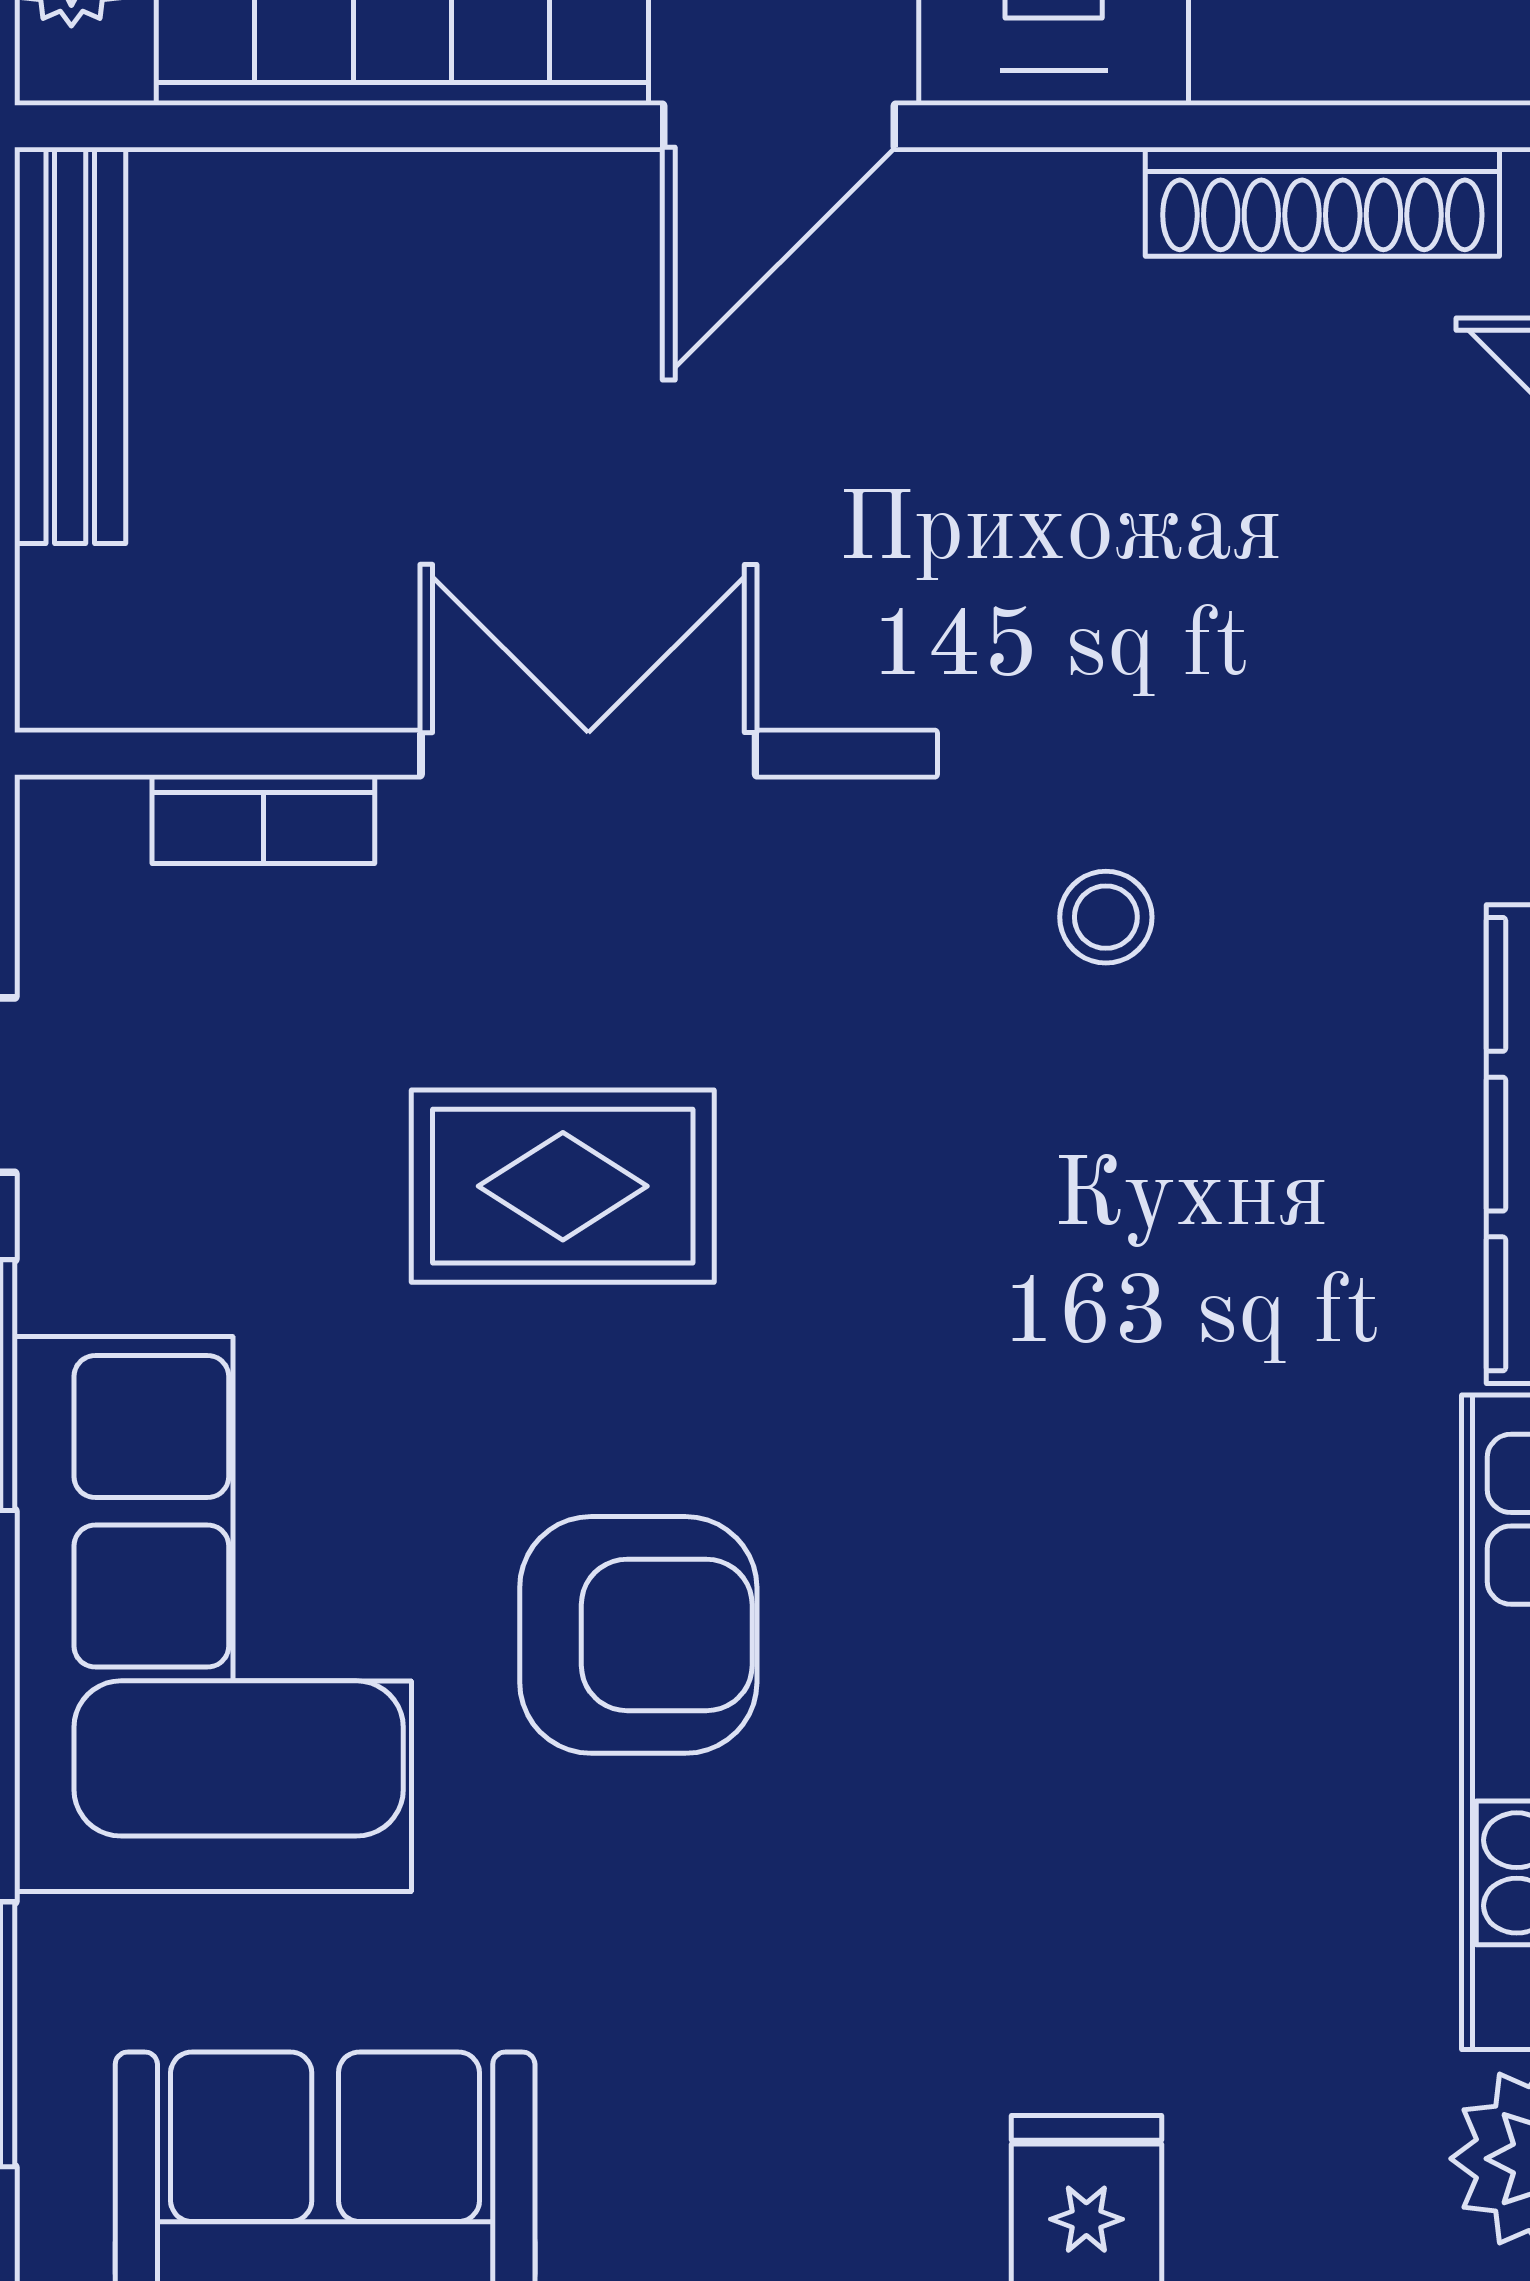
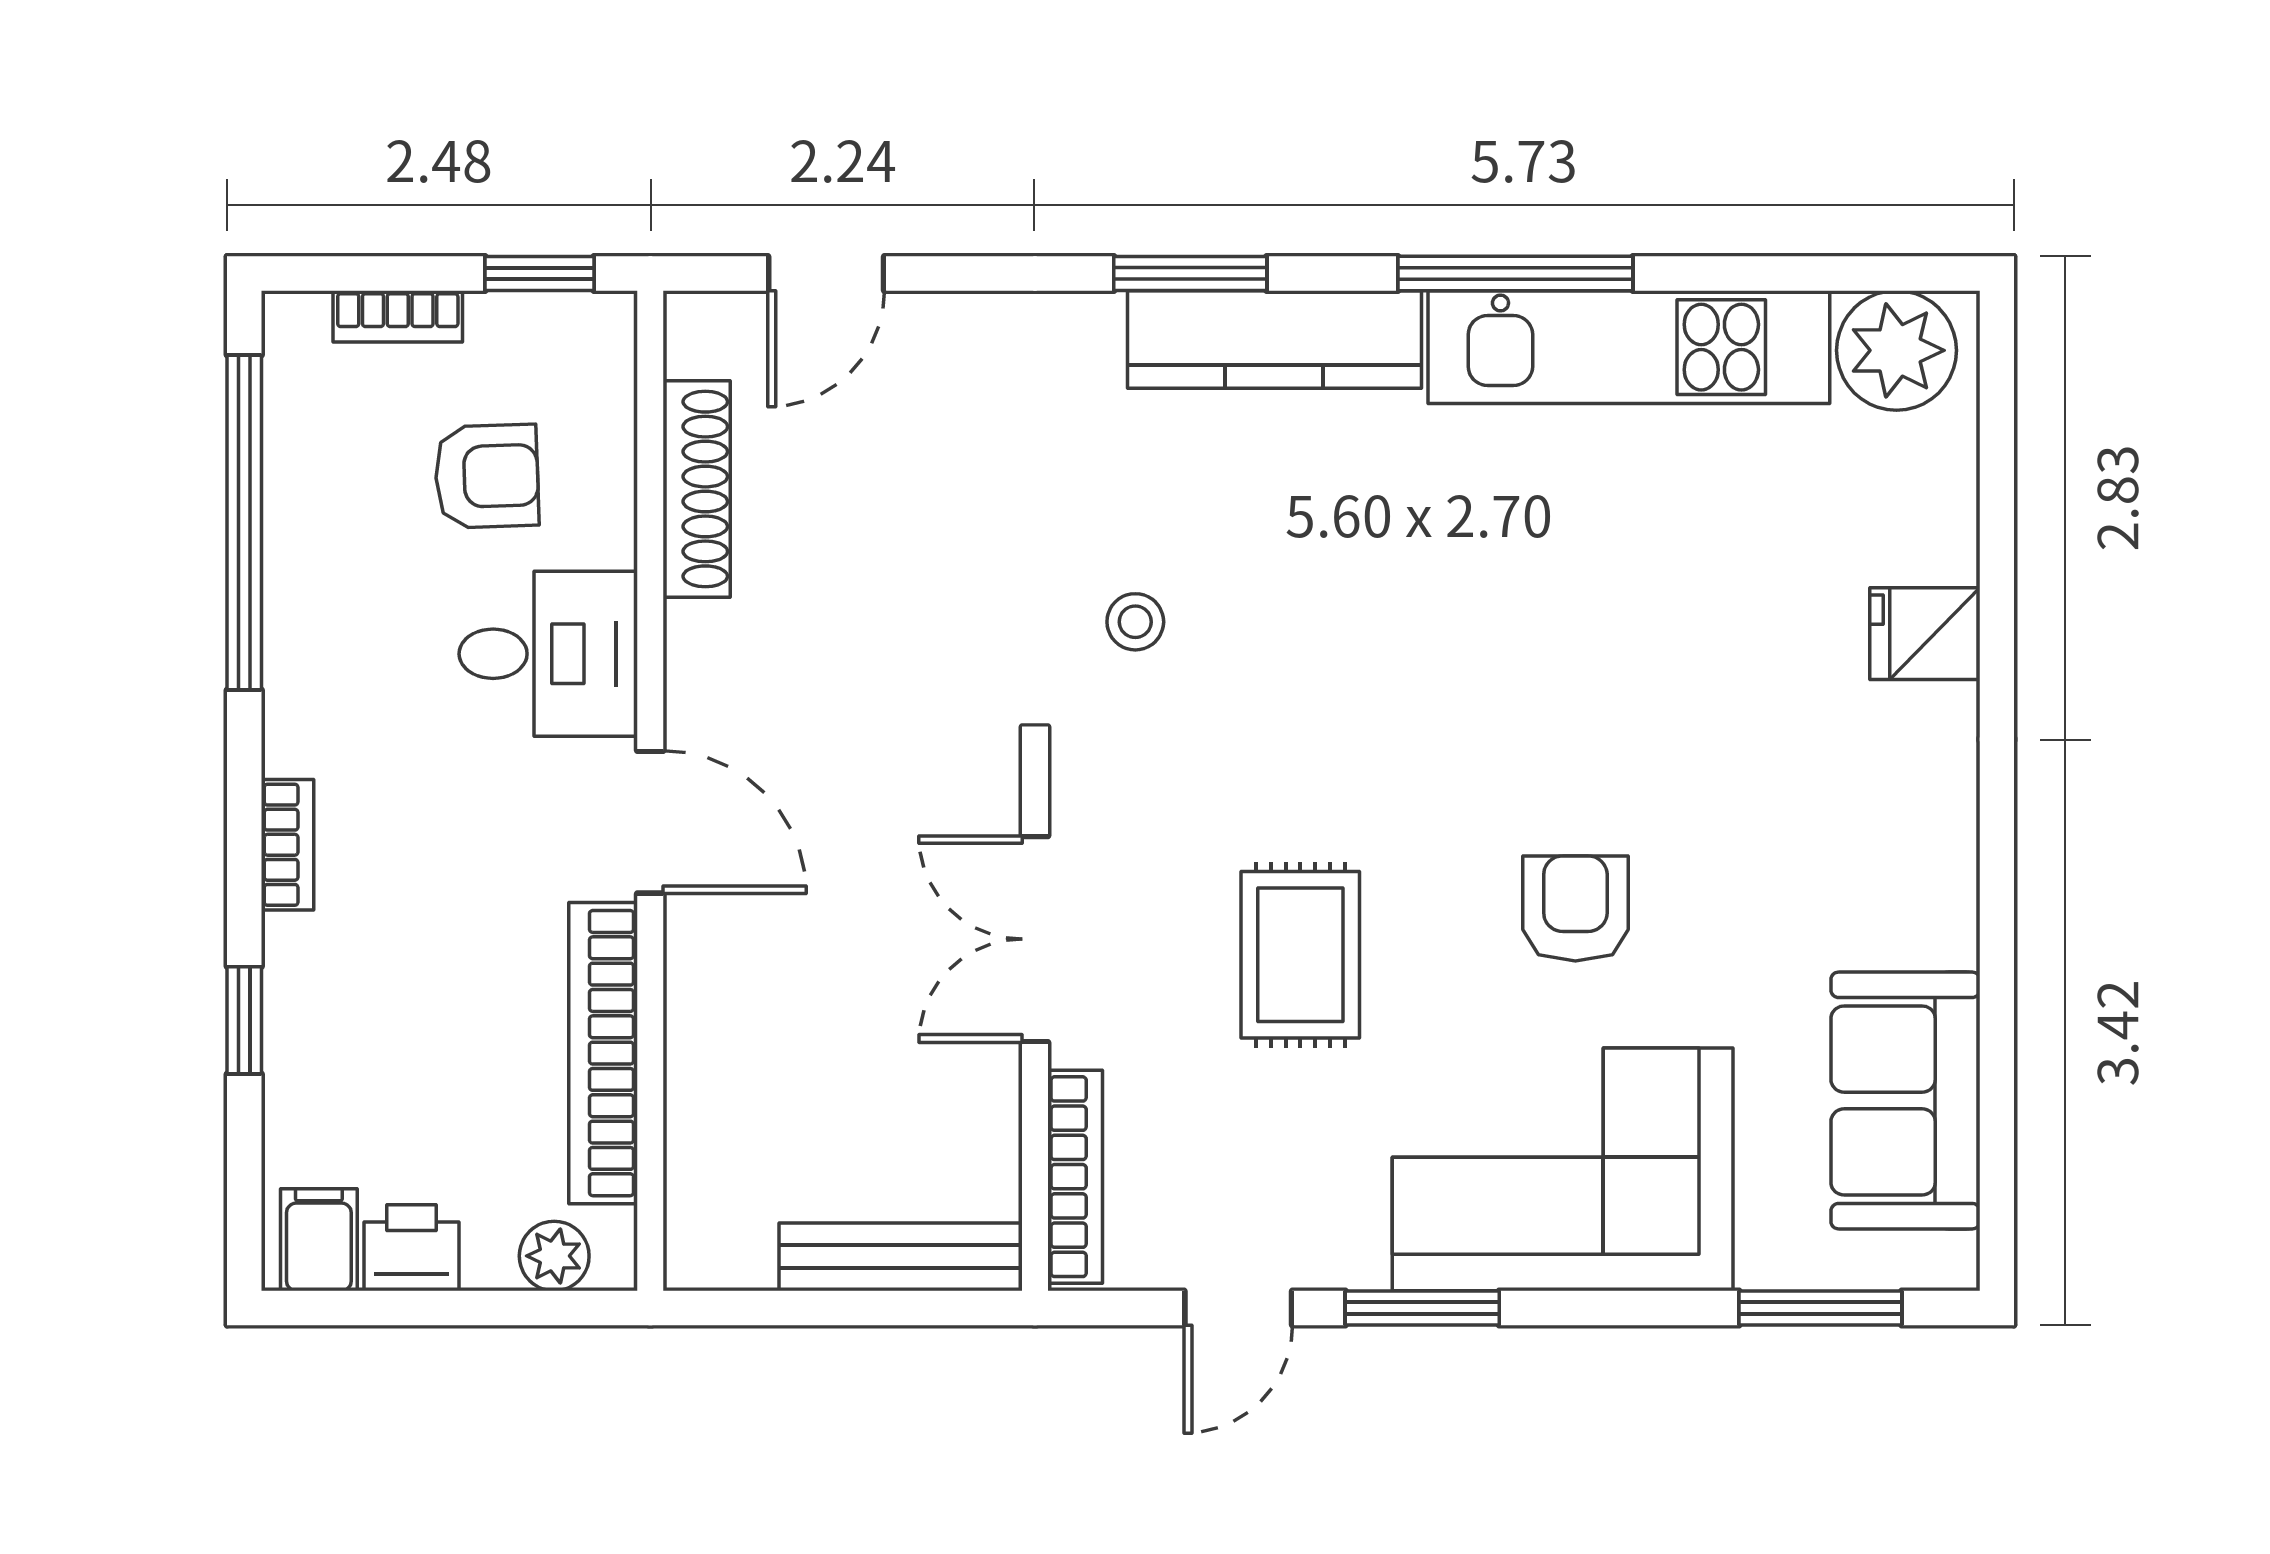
bench: (70, 345) -> (901, 1257), moved
bookcase: (263, 819) -> (1075, 1177), width x1.56
armchair: (638, 1635) -> (1575, 908), width x0.72, depth x0.72

